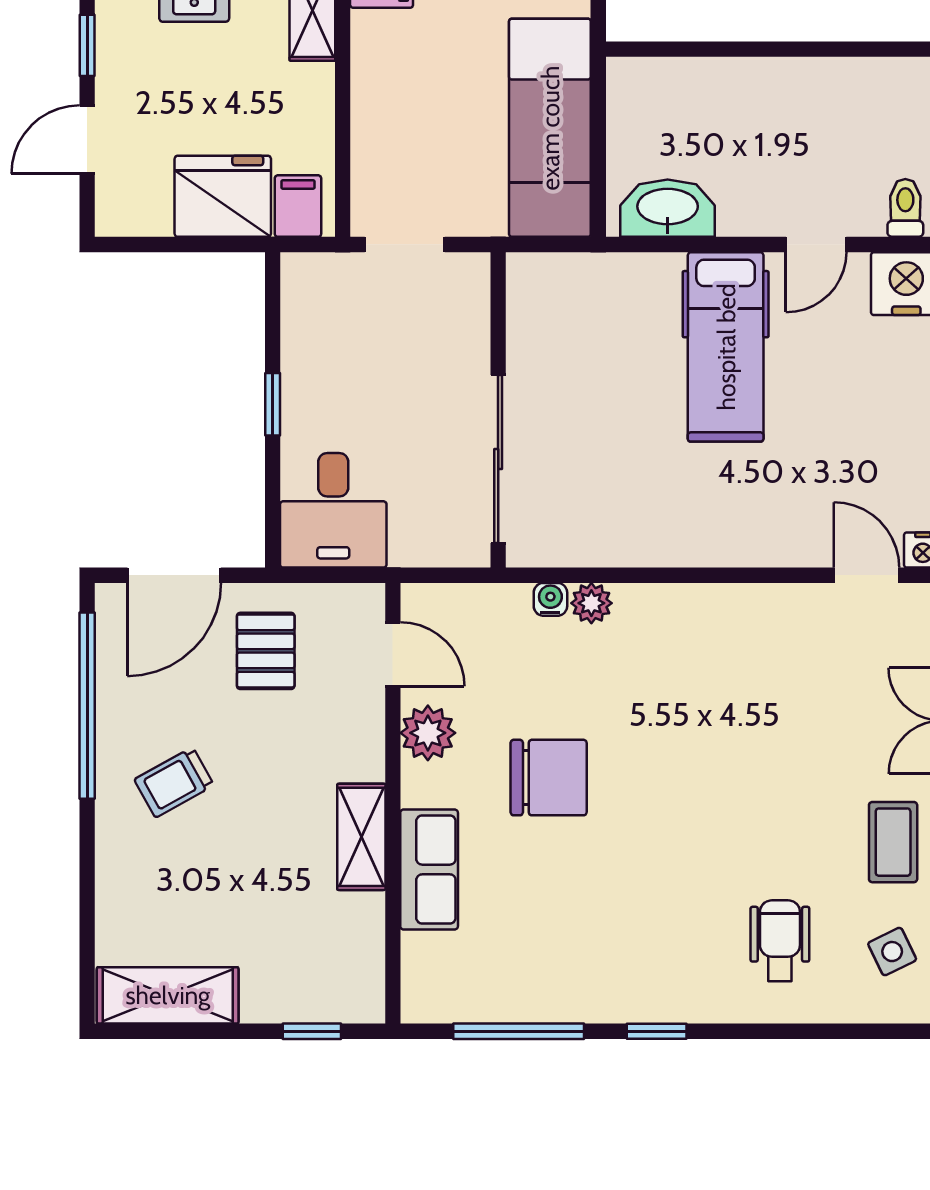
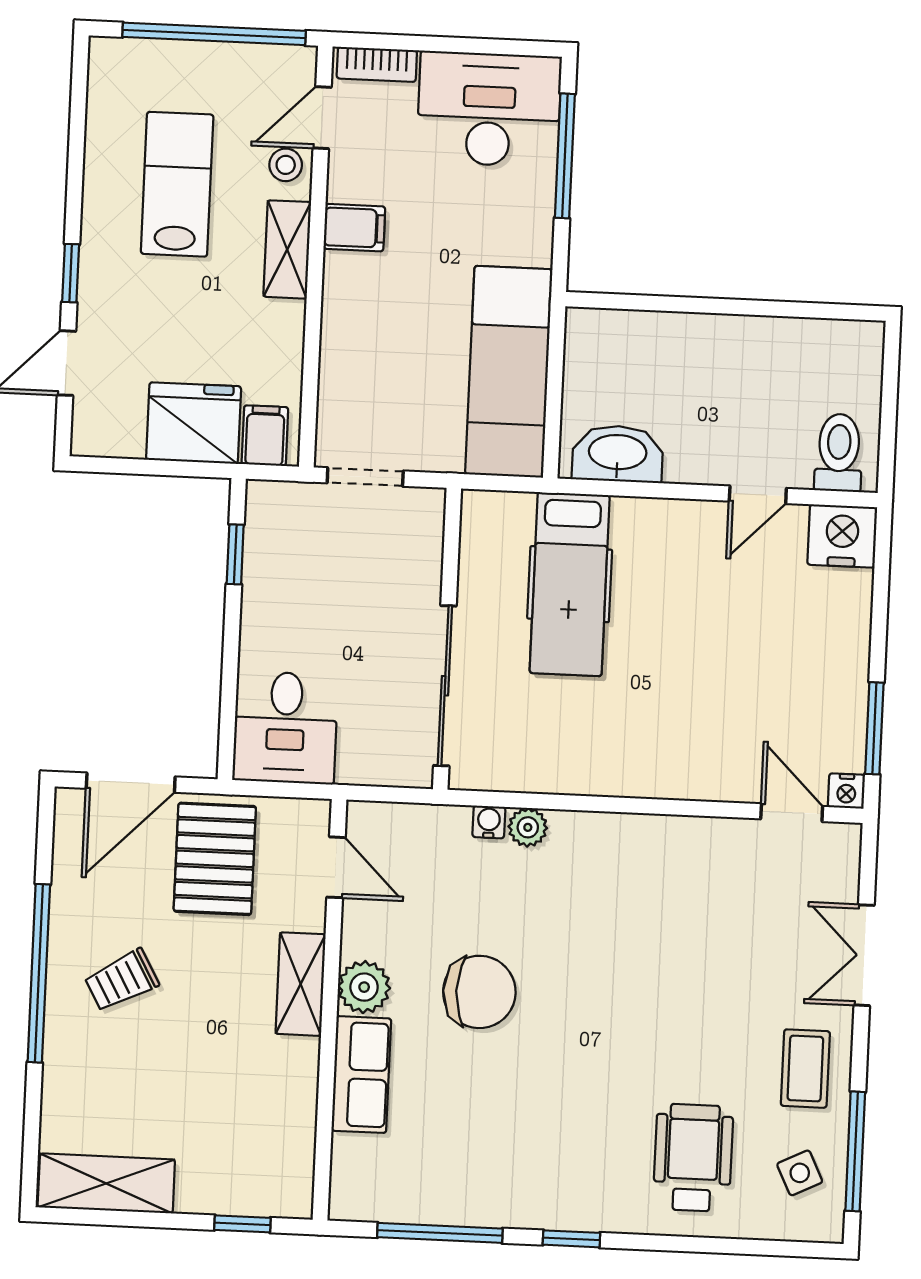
toilet: (905, 208) -> (839, 453), width x1.37, depth x1.39
hospital bed: (726, 347) -> (570, 584), moved
window: (273, 404) -> (235, 554), moved
pallet: (266, 651) -> (215, 859), width x1.50, depth x1.42
window: (87, 706) -> (39, 973), moved
plant: (428, 733) -> (364, 987), moved
shelving: (361, 837) -> (301, 984), moved
wheelchair: (780, 941) -> (693, 1158), width x1.36, depth x1.37

